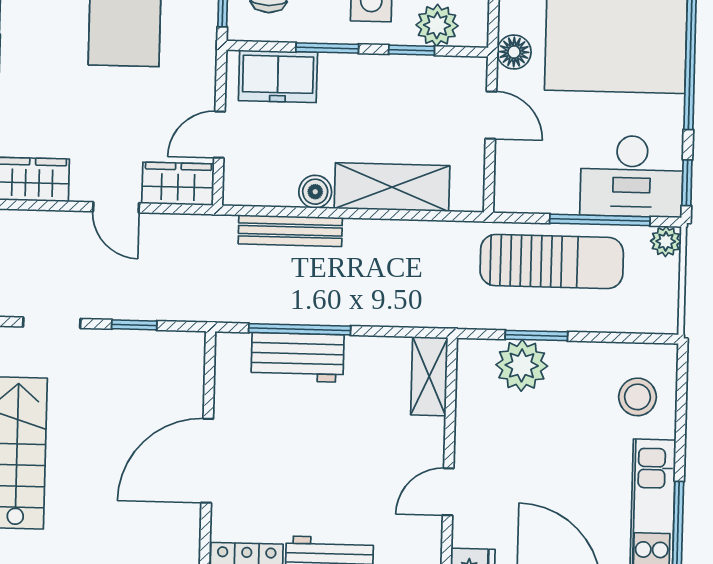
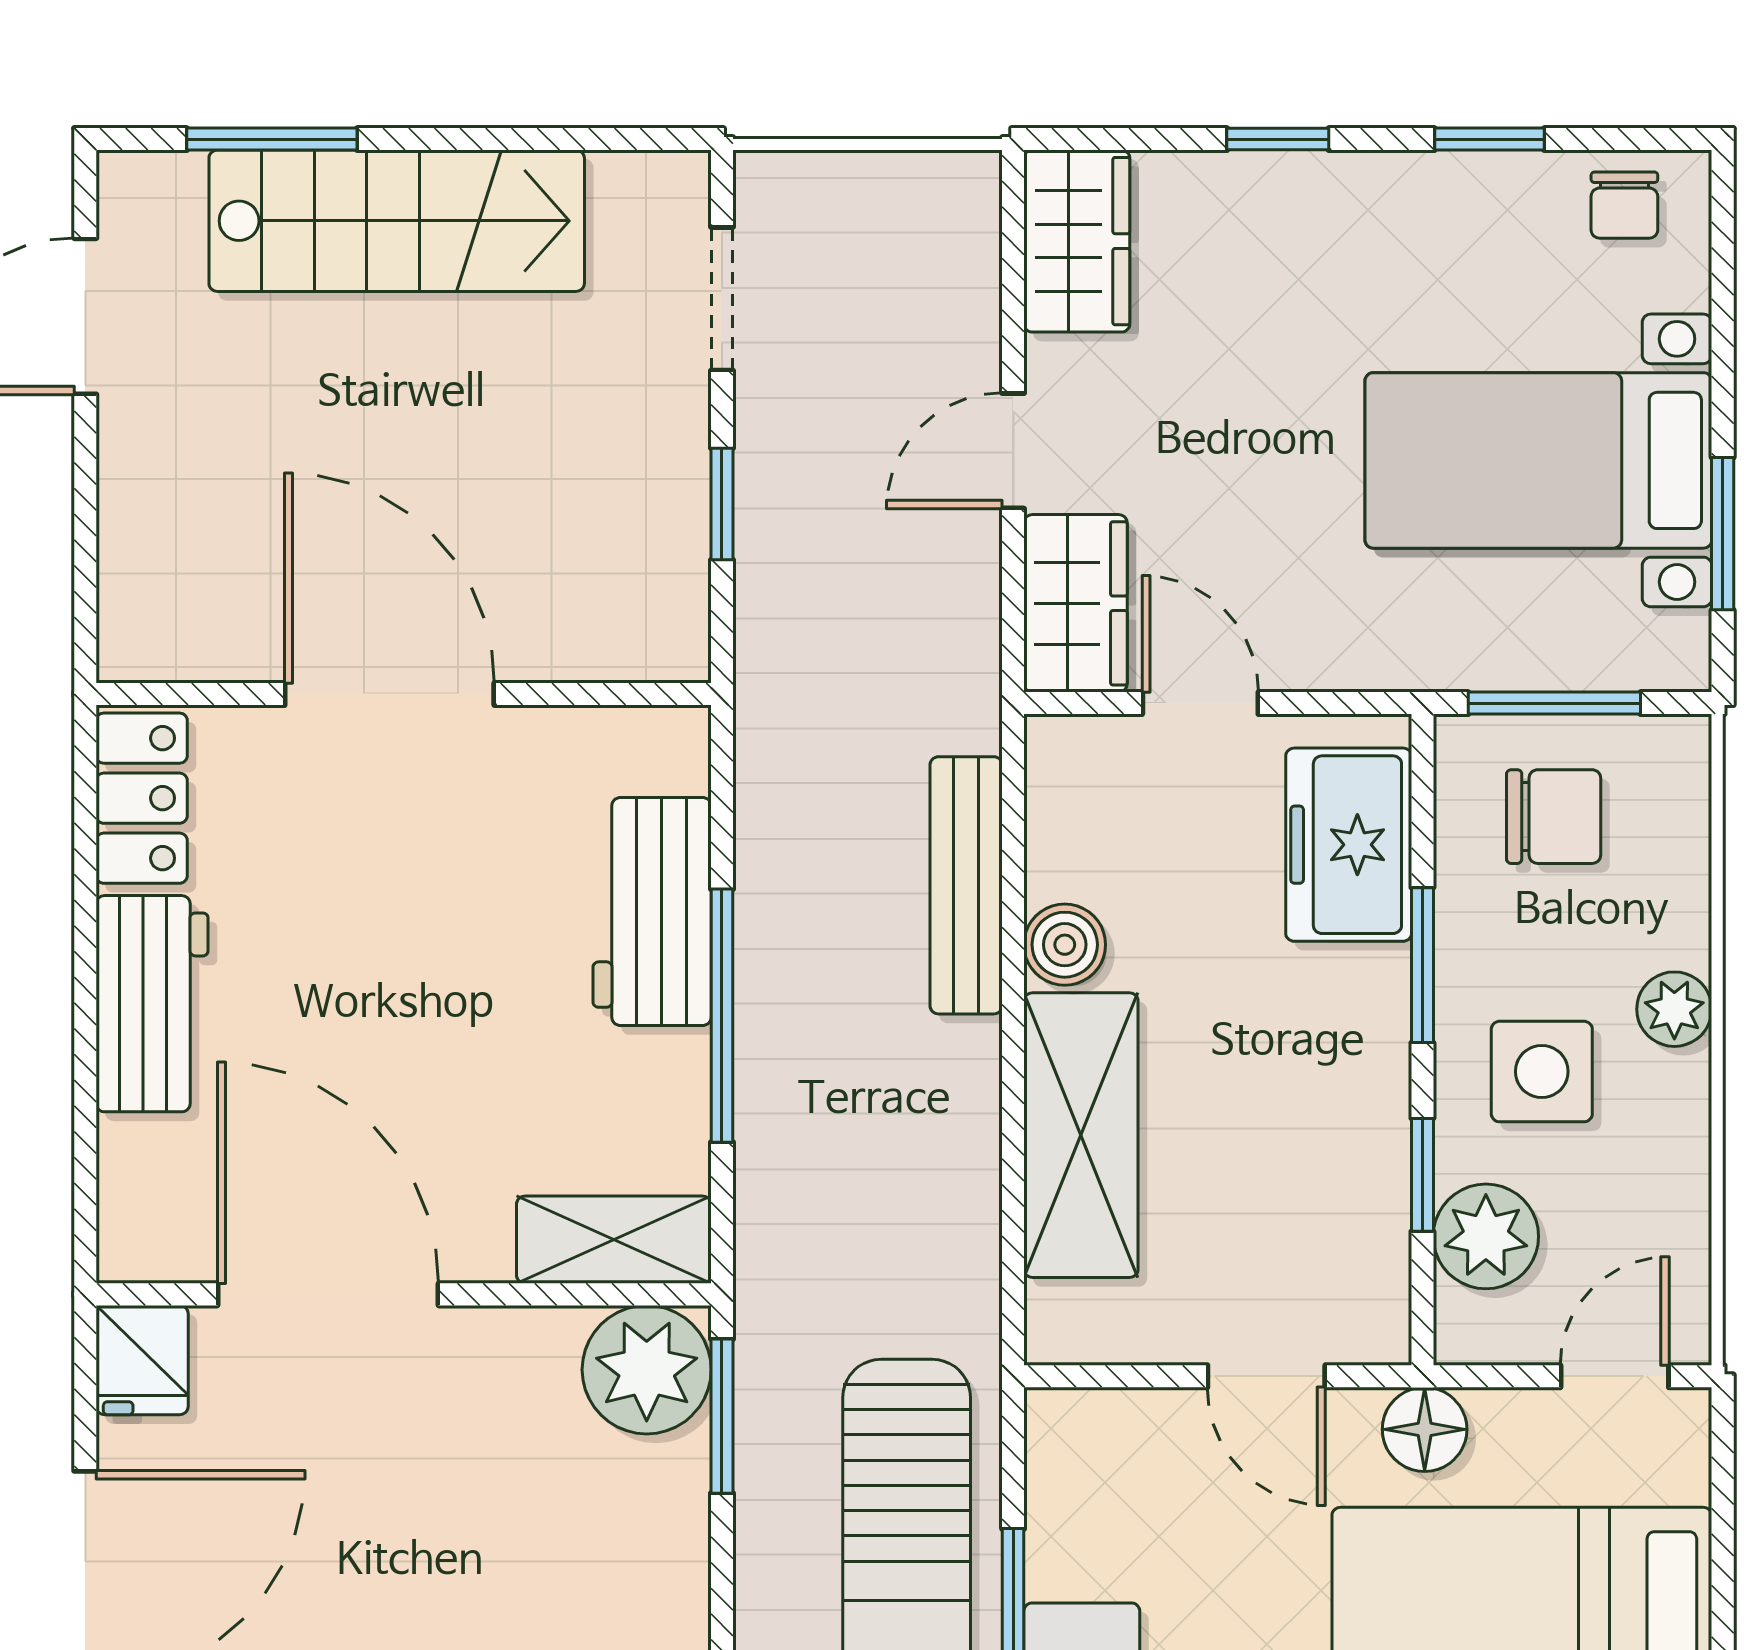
door: (491, 115) -> (1266, 1376), hinge flipped
window: (300, 329) -> (722, 1016), moved
window: (536, 335) -> (722, 1416), moved
plant: (522, 365) -> (647, 1370), moved
door: (448, 492) -> (328, 1294), width x1.88

